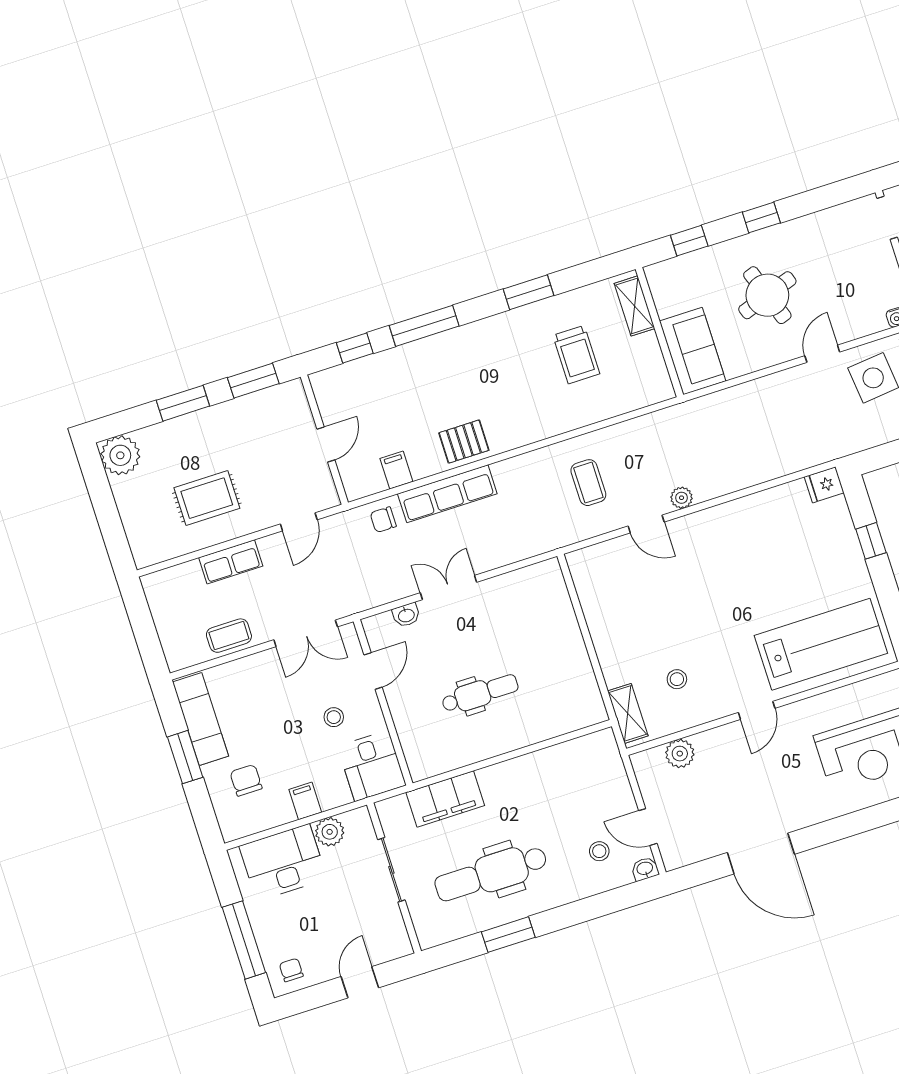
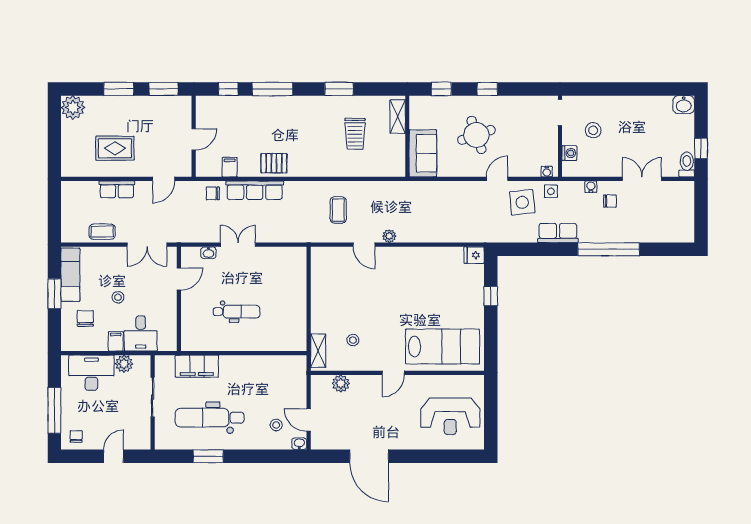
stool: (334, 717) -> (118, 297), moved
desk: (372, 766) -> (141, 333), moved

